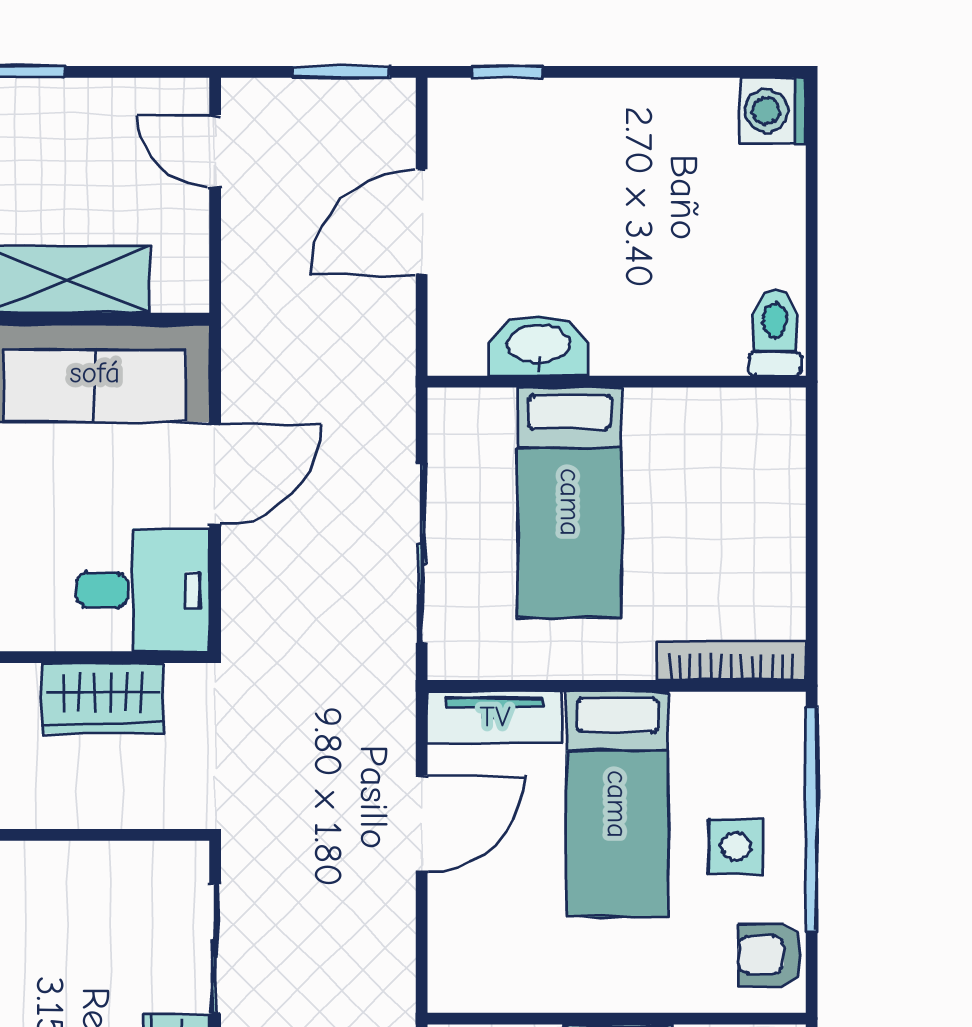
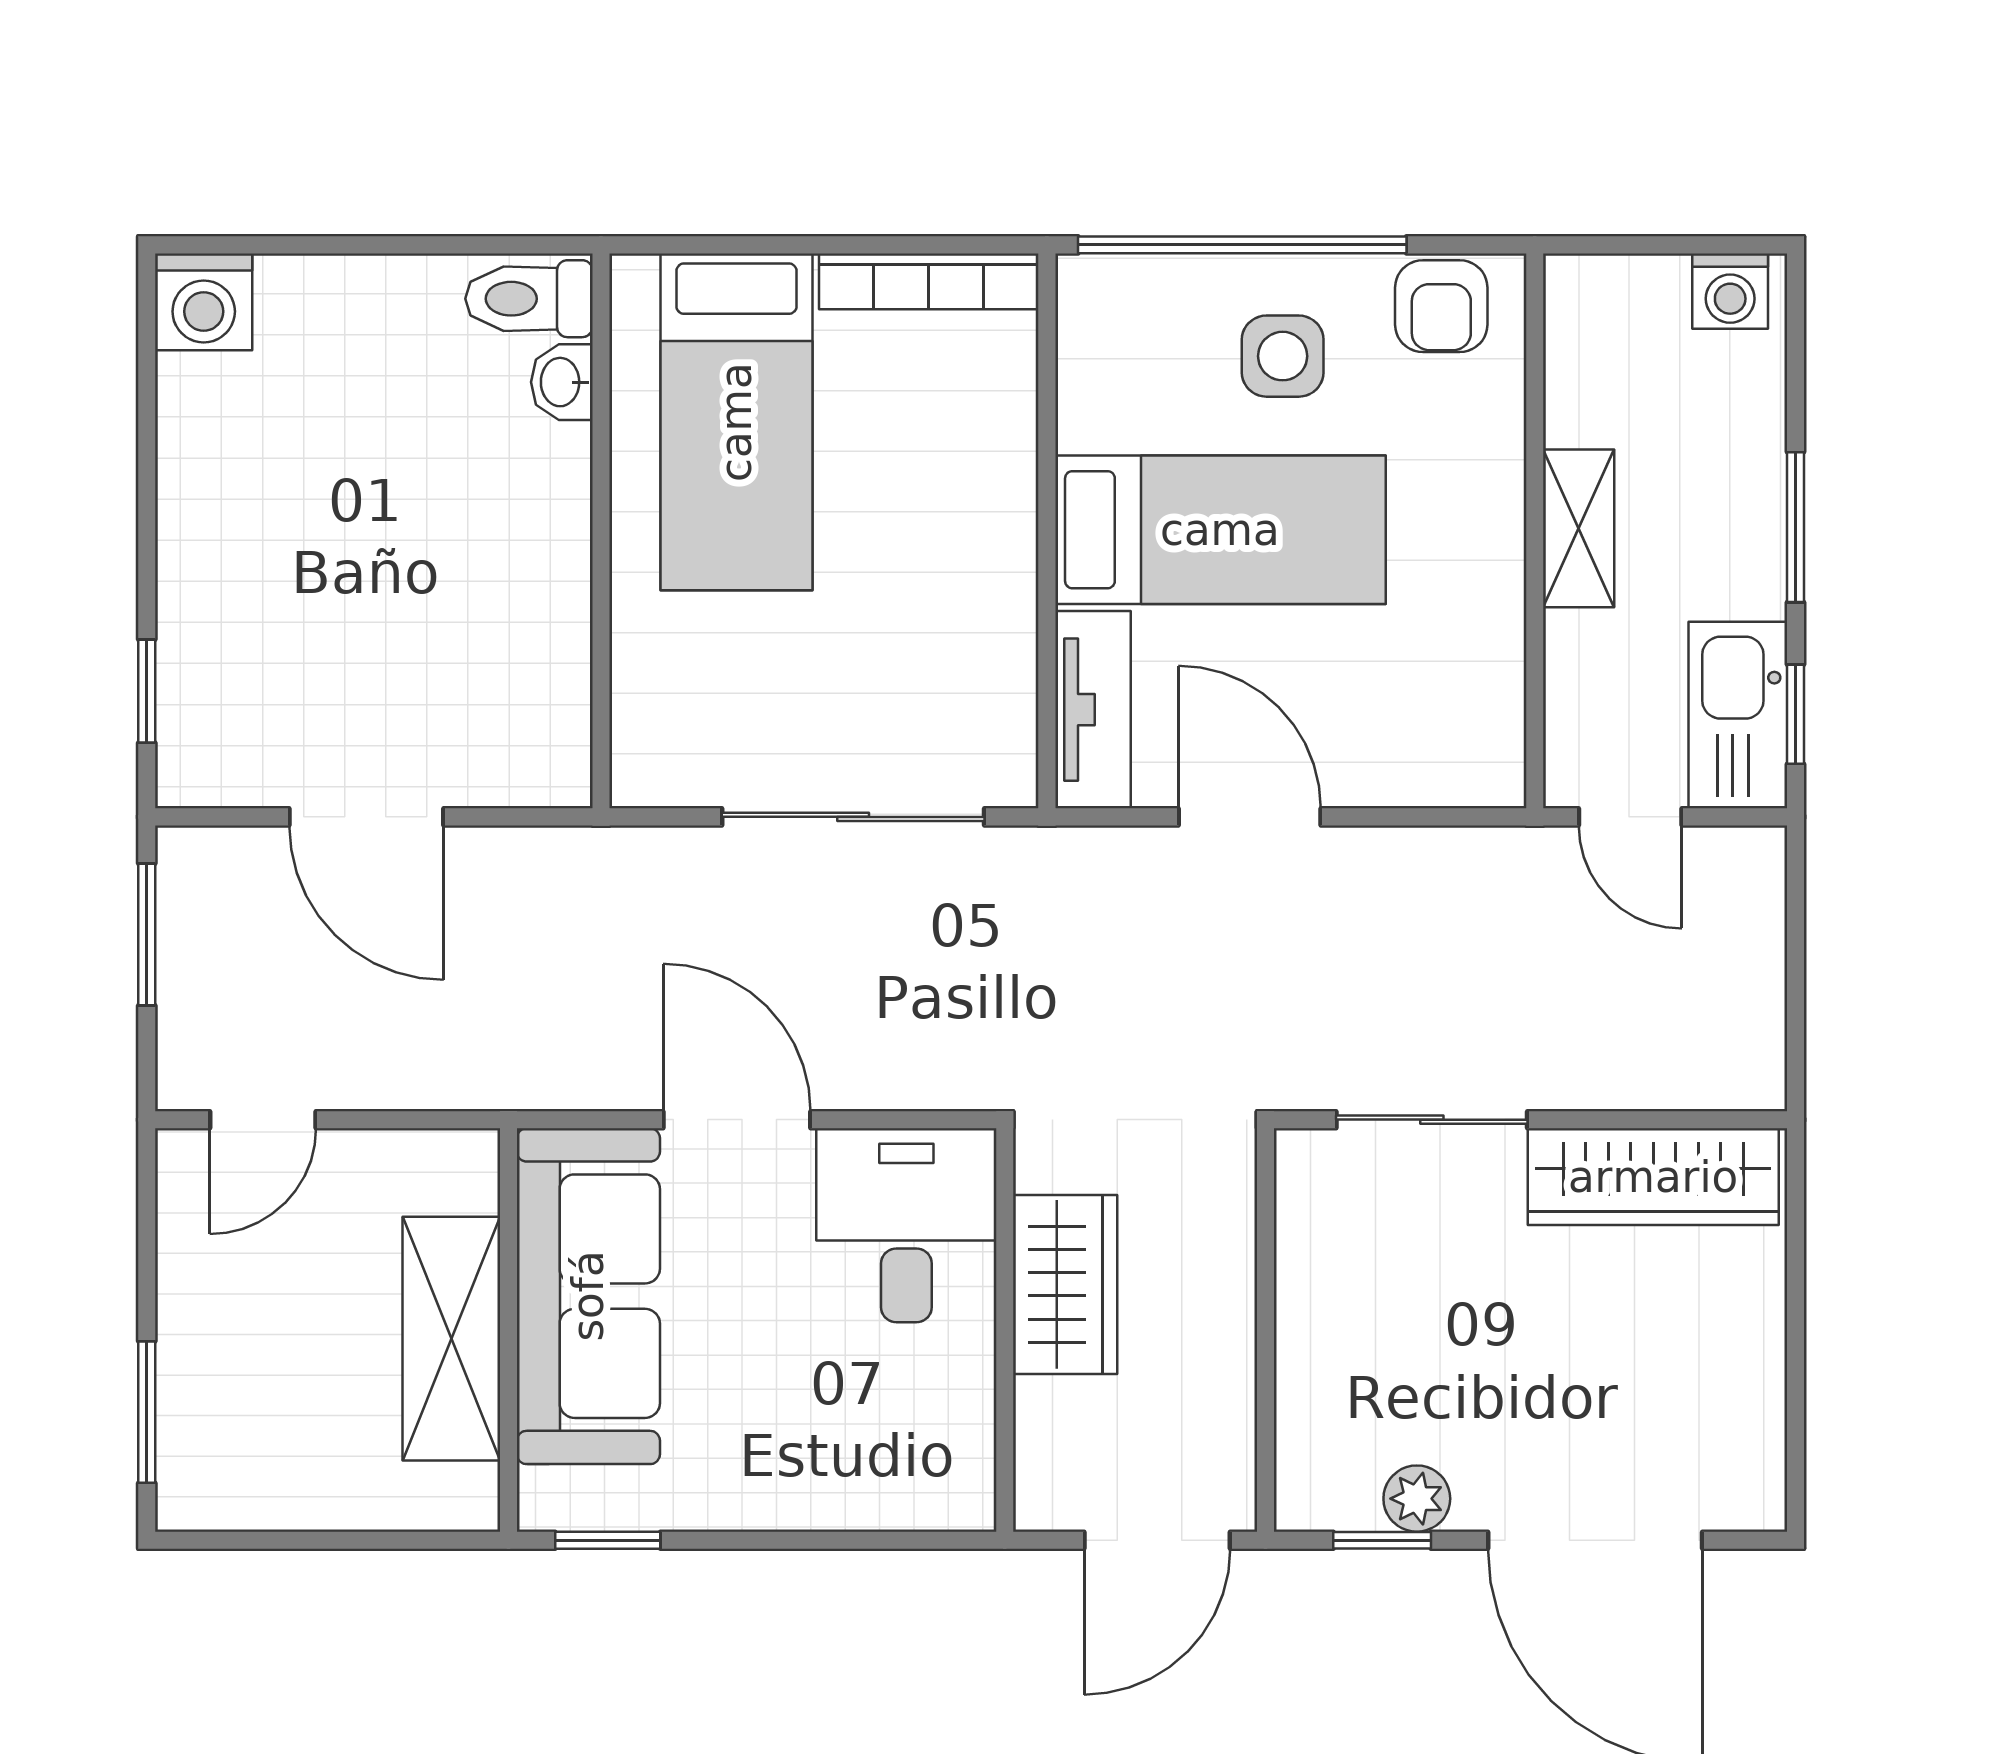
washbasin: (539, 346) -> (562, 382), moved, width x0.52, depth x0.69
bed: (570, 502) -> (736, 422), moved, turned 90
bookcase: (731, 661) -> (929, 281), moved, turned -90

